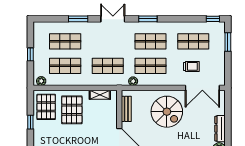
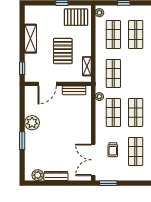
window: (228, 42) -> (108, 183), moved
pallet: (72, 110) -> (63, 51), moved, turned 90
spiral stairs: (167, 112) -> (71, 127), removed

